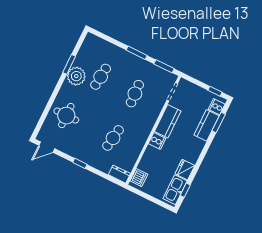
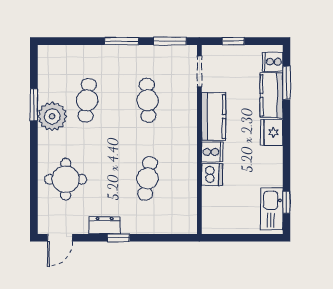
window: (215, 91) -> (233, 41), moved
fridge: (185, 170) -> (272, 132), moved
dresser: (119, 174) -> (105, 225), moved
dishwasher: (139, 178) -> (212, 175), moved

